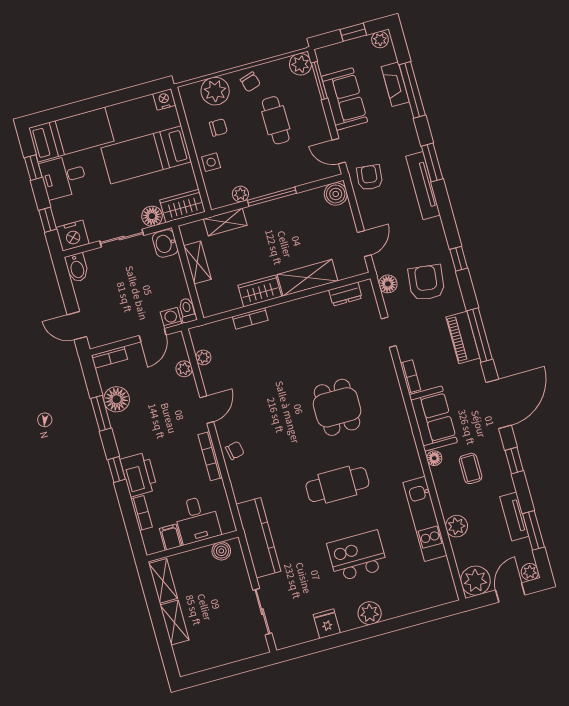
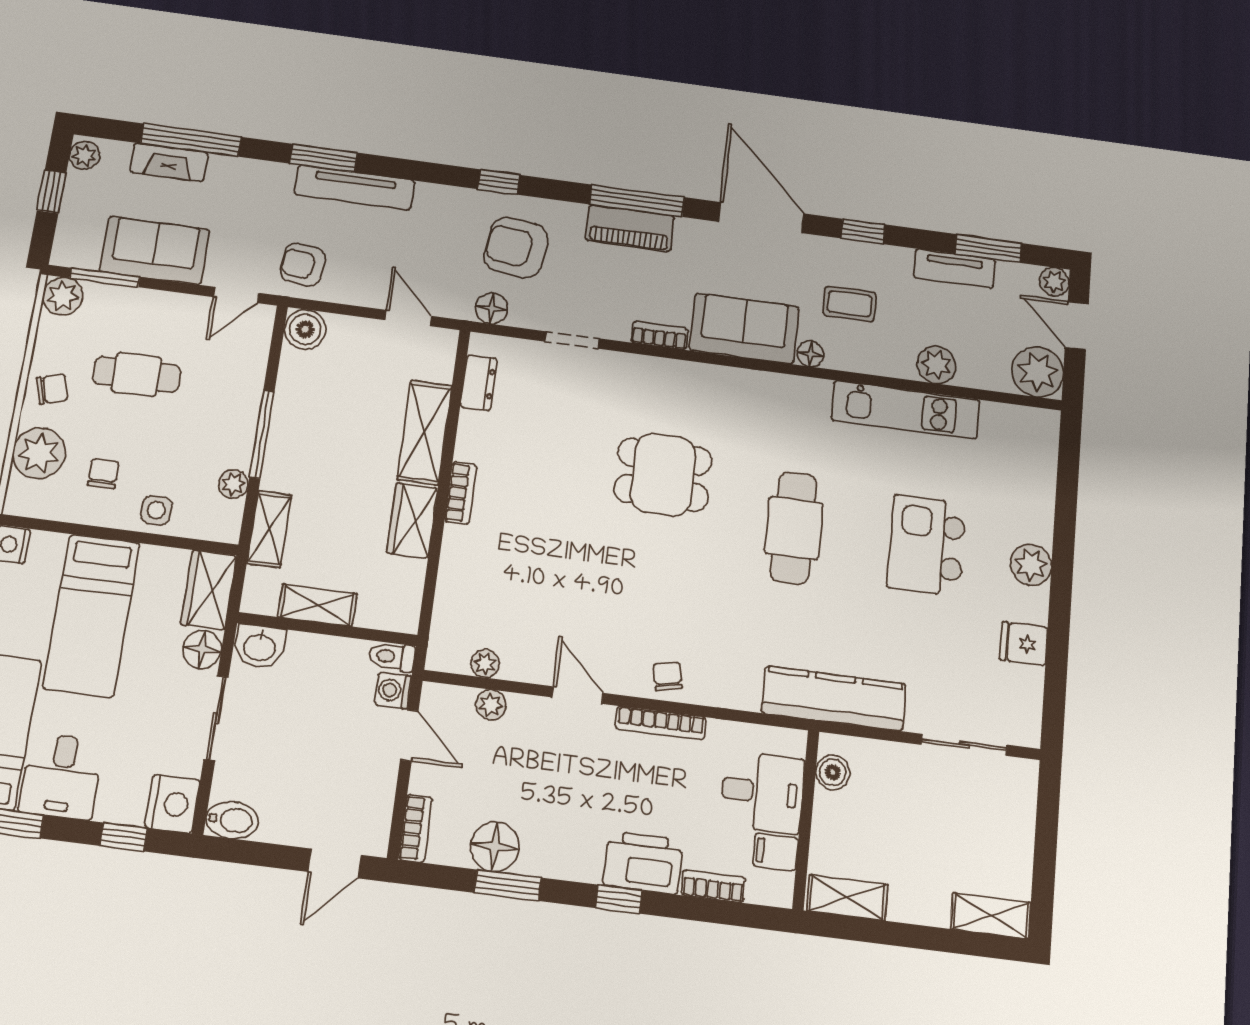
bookcase: (250, 318) -> (461, 493), moved
shelving: (175, 623) -> (991, 916), moved

